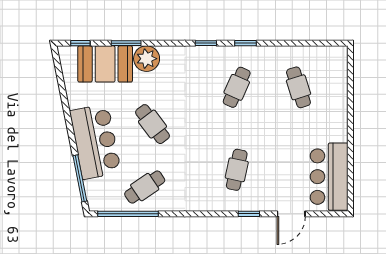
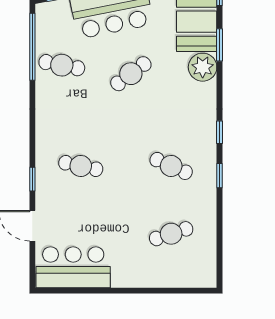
cafe table: (145, 187) -> (62, 65), turned -45

